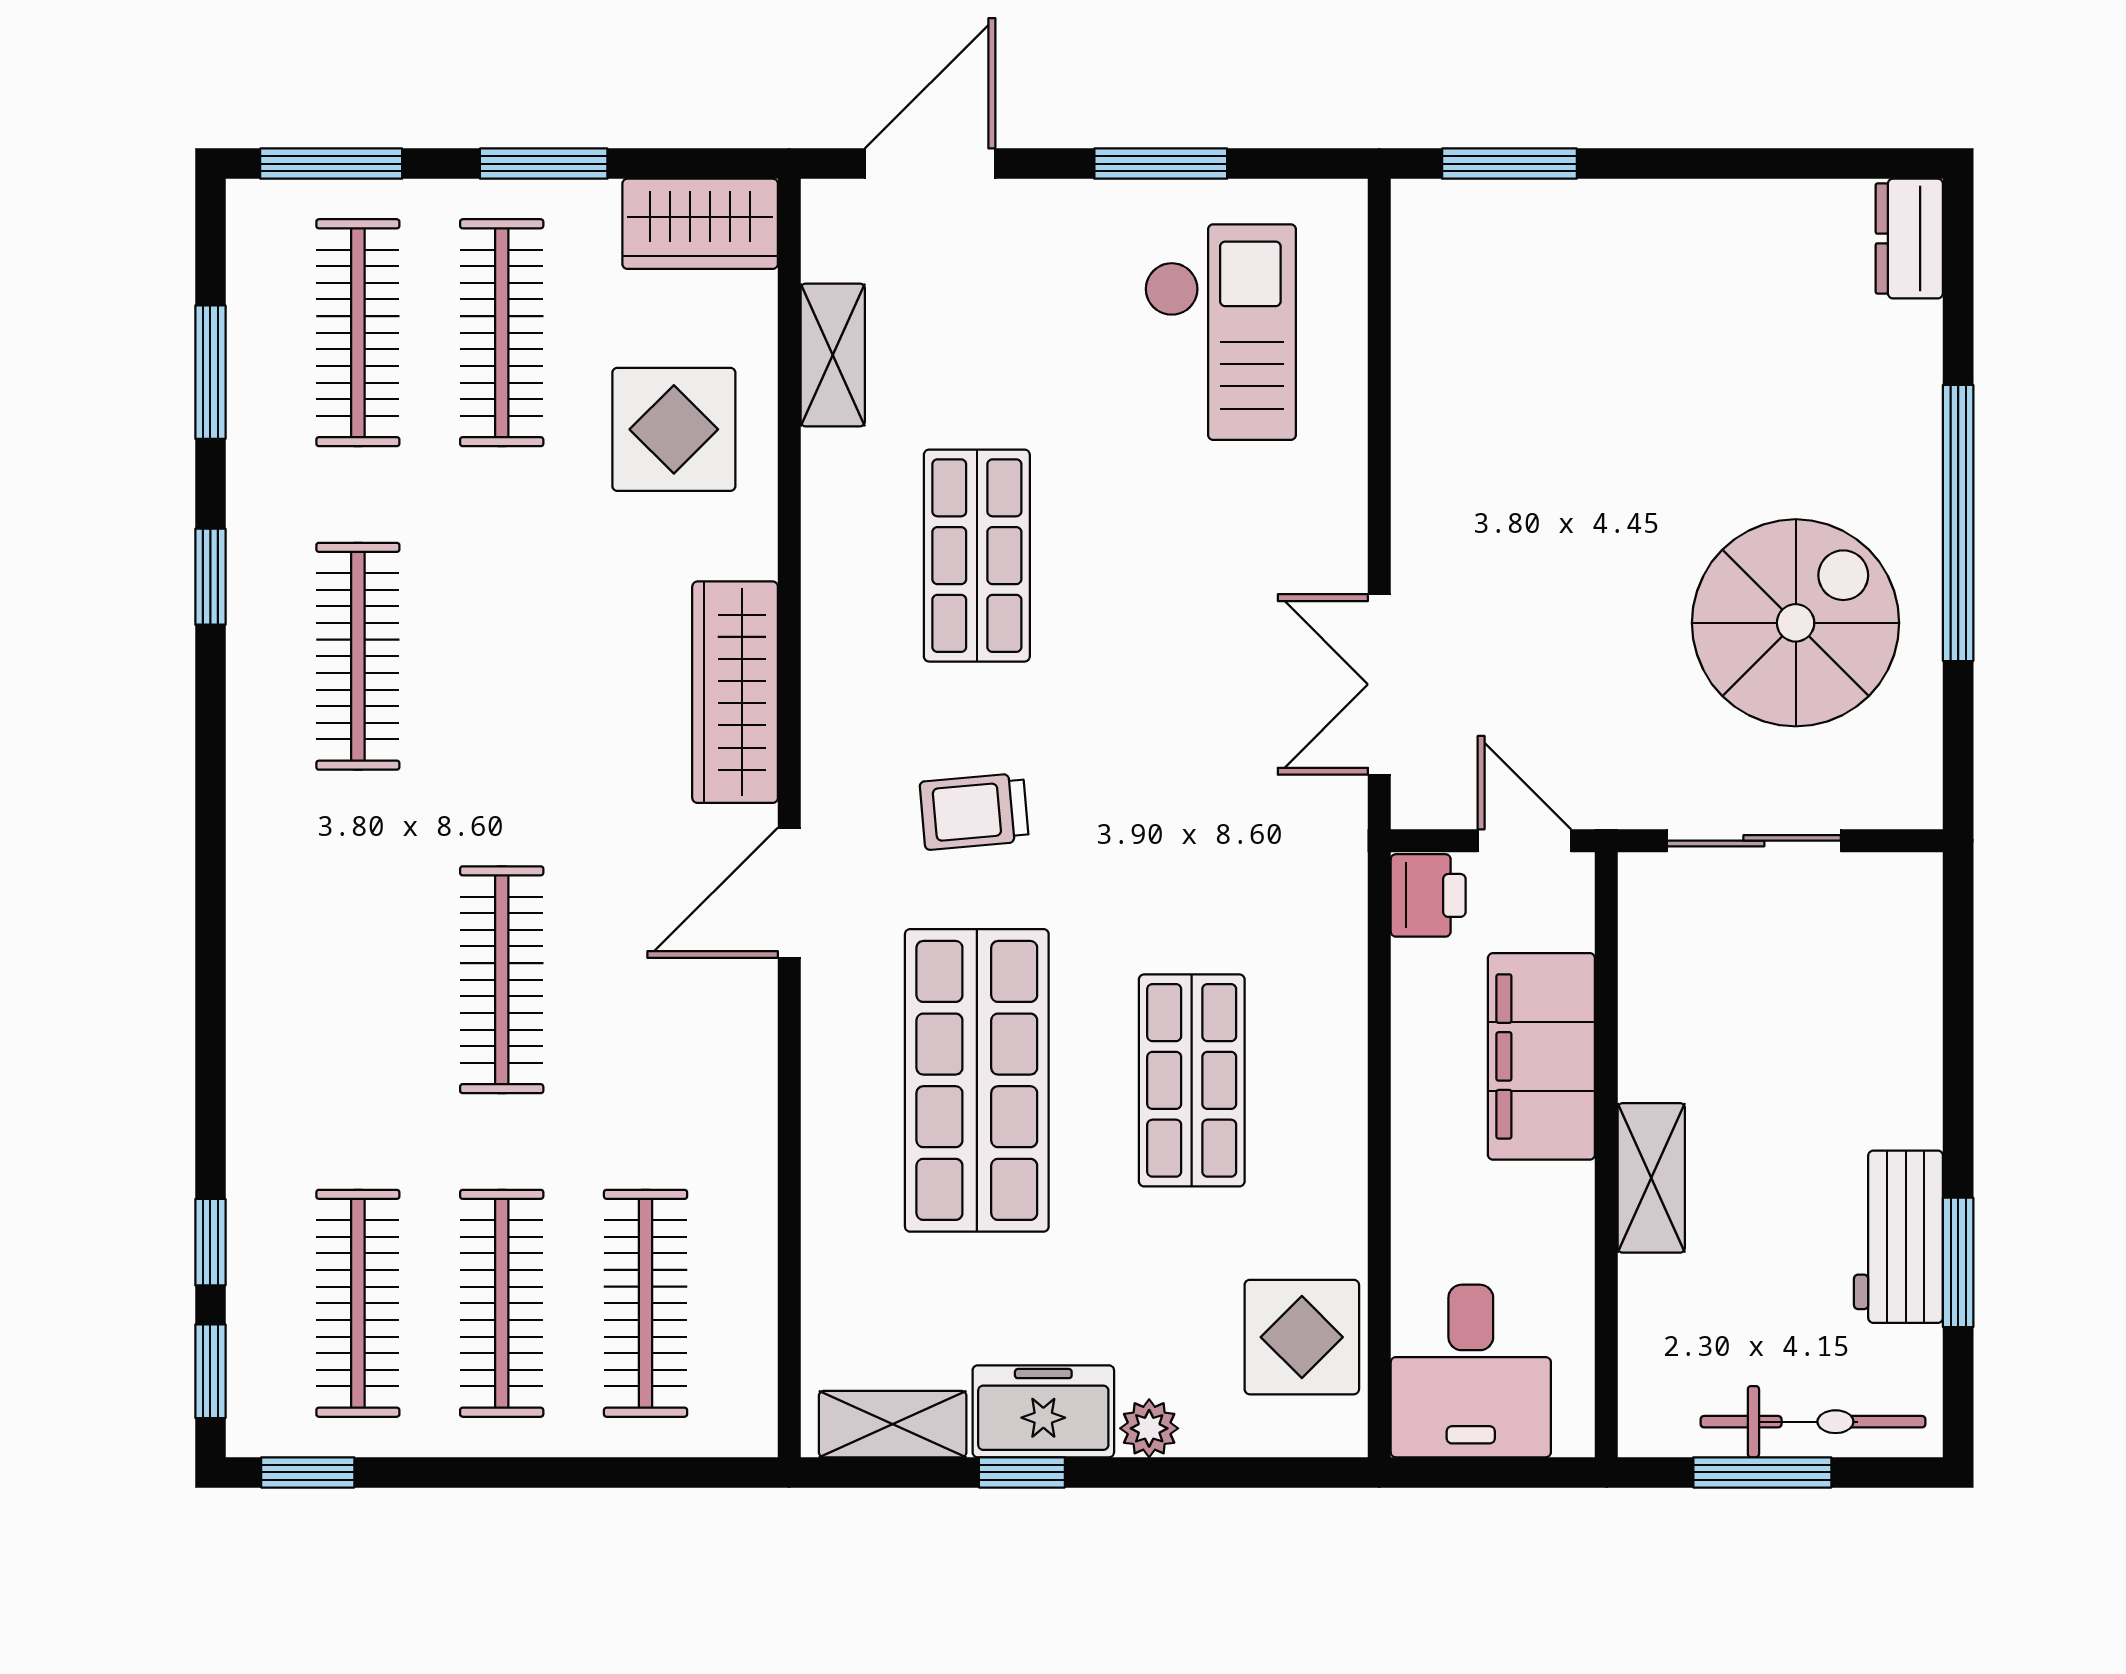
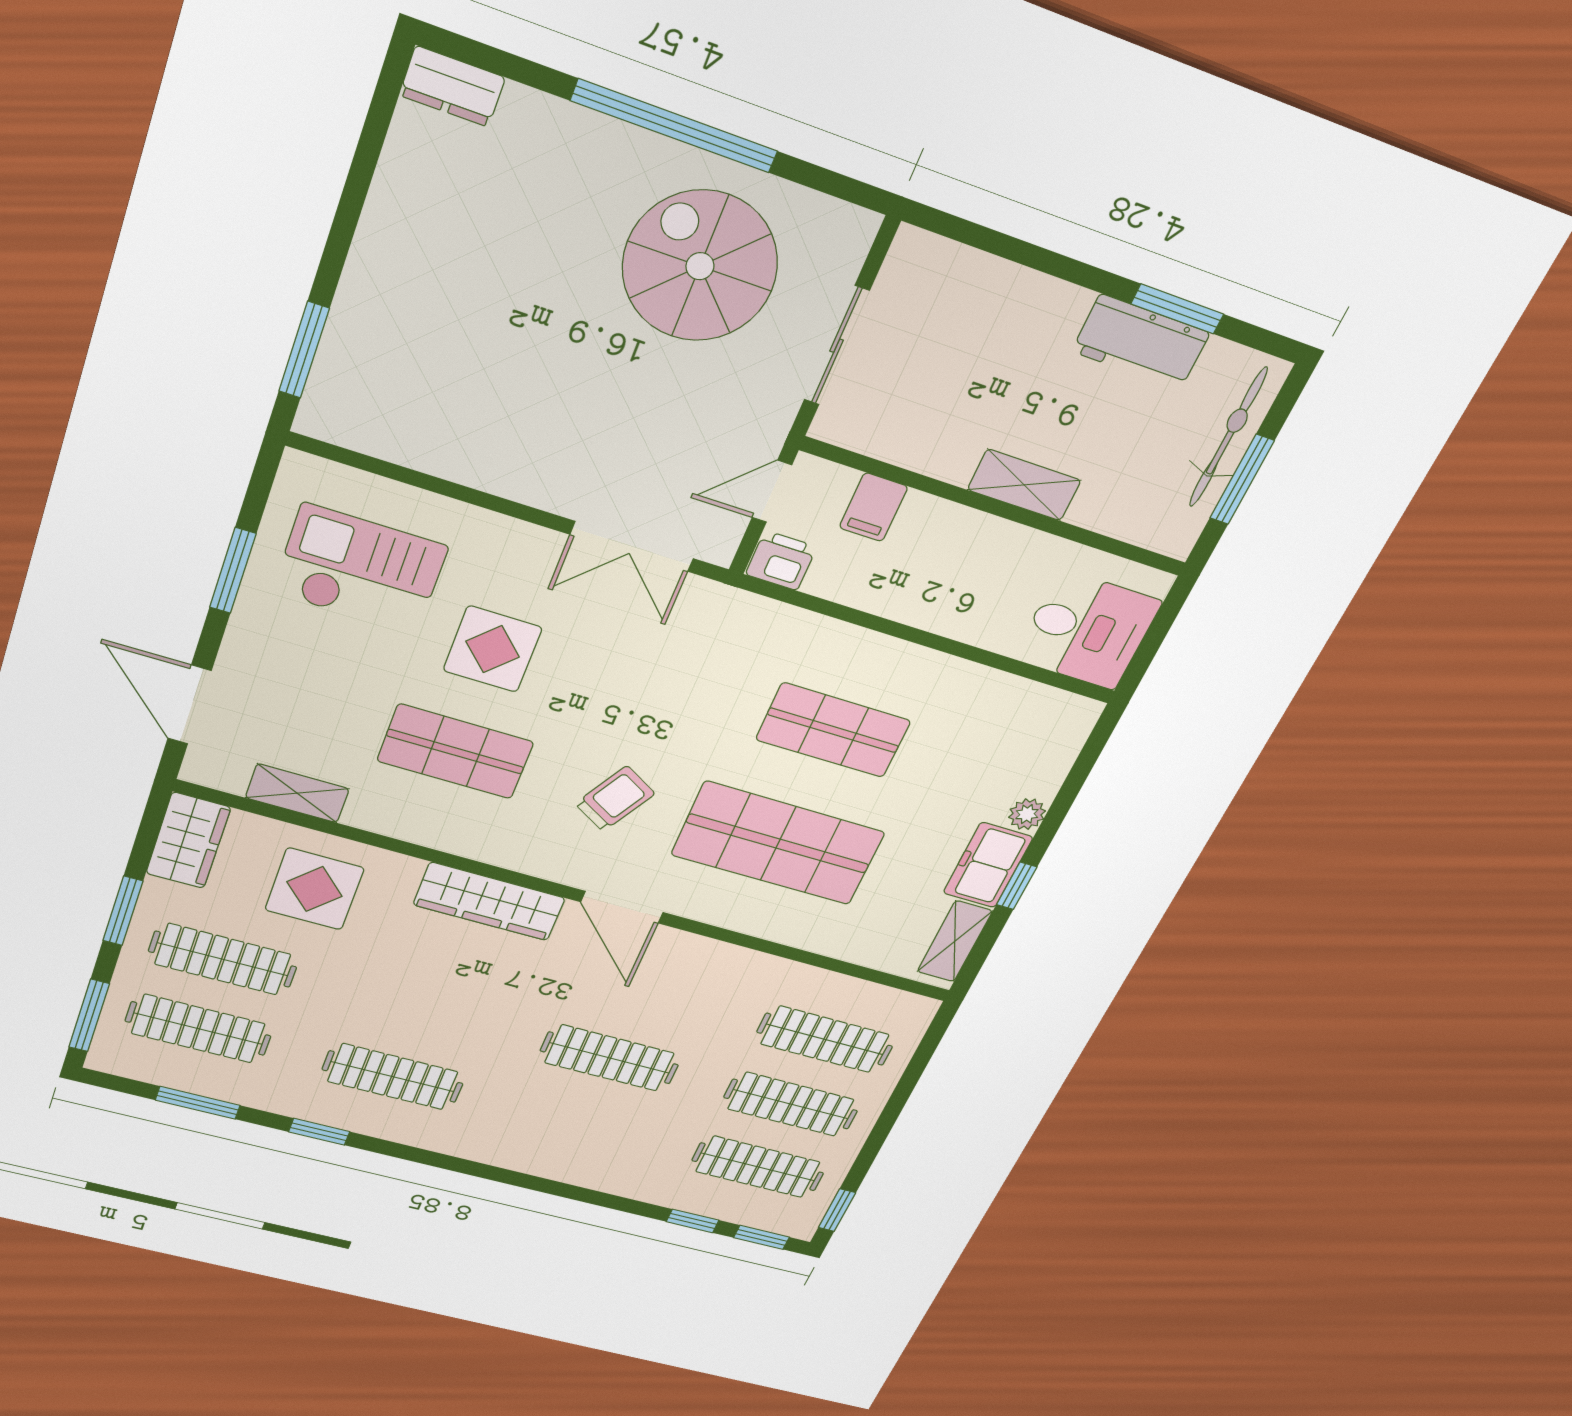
trolley: (974, 811) -> (615, 799), turned -145
filing cabinet: (1541, 1056) -> (873, 507), width x0.33, depth x0.86
display table: (1302, 1337) -> (493, 649), moved

